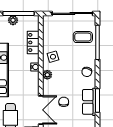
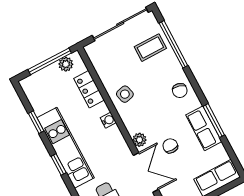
plant: (13, 20) -> (66, 64), moved
plant: (47, 75) -> (139, 140), moved

